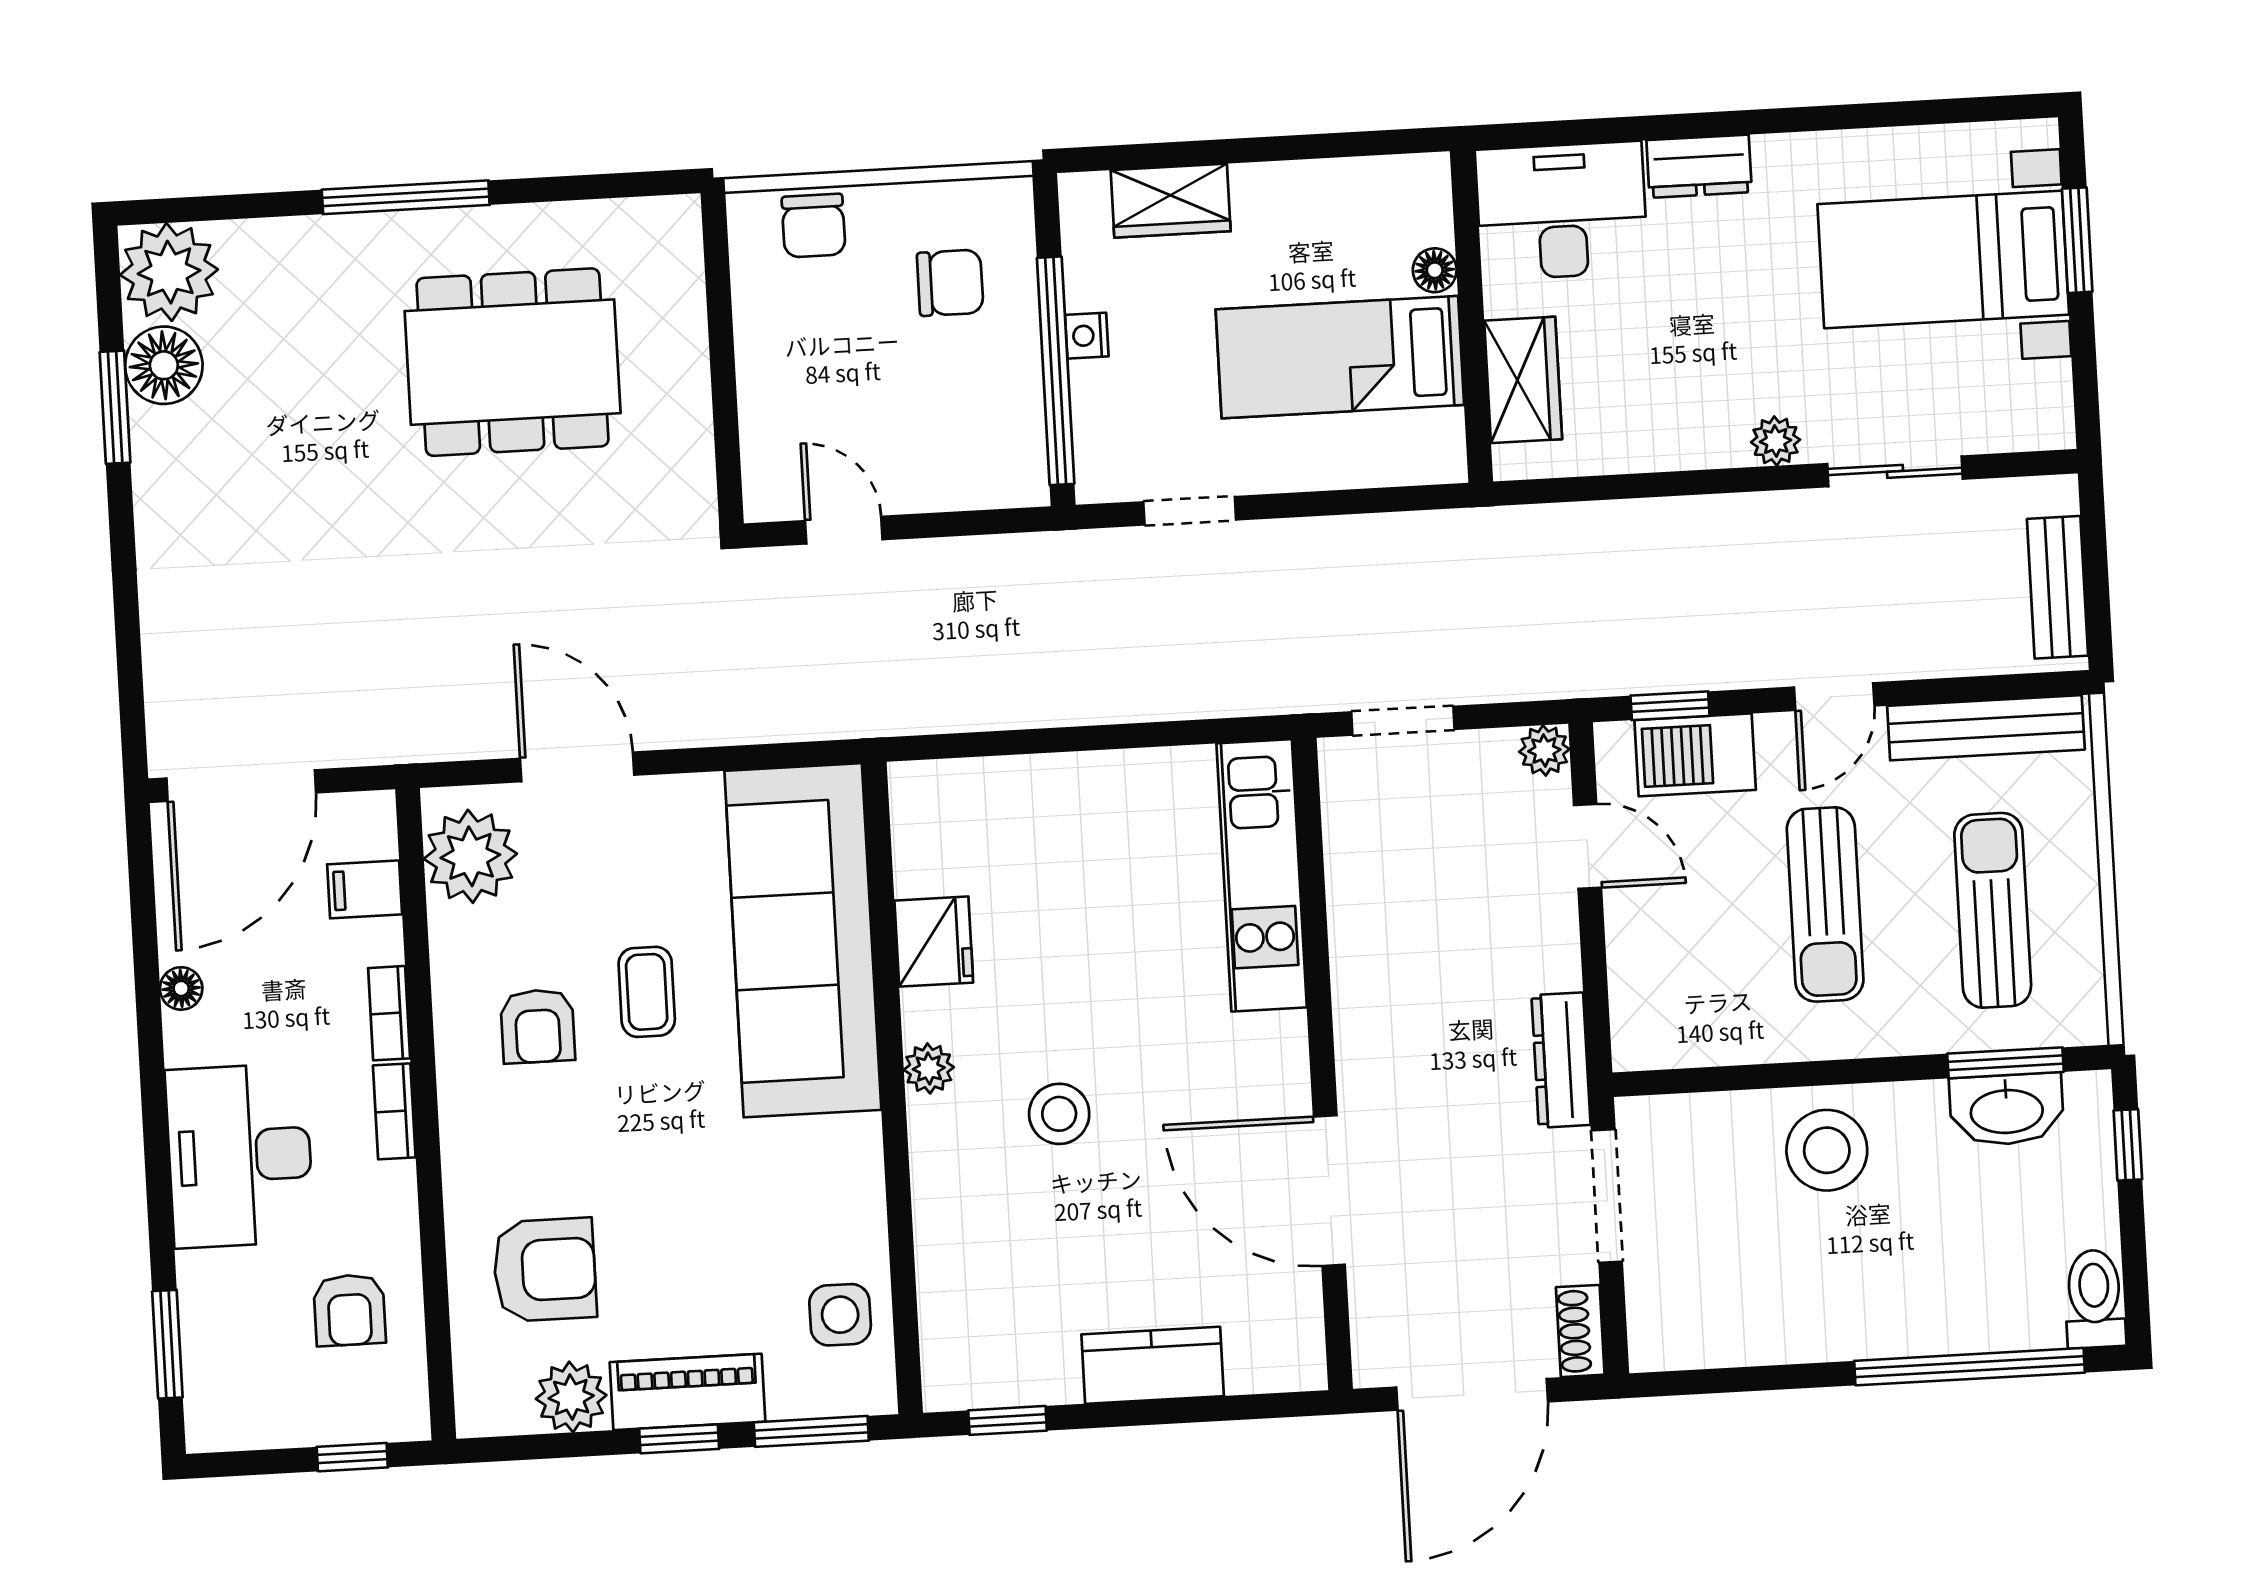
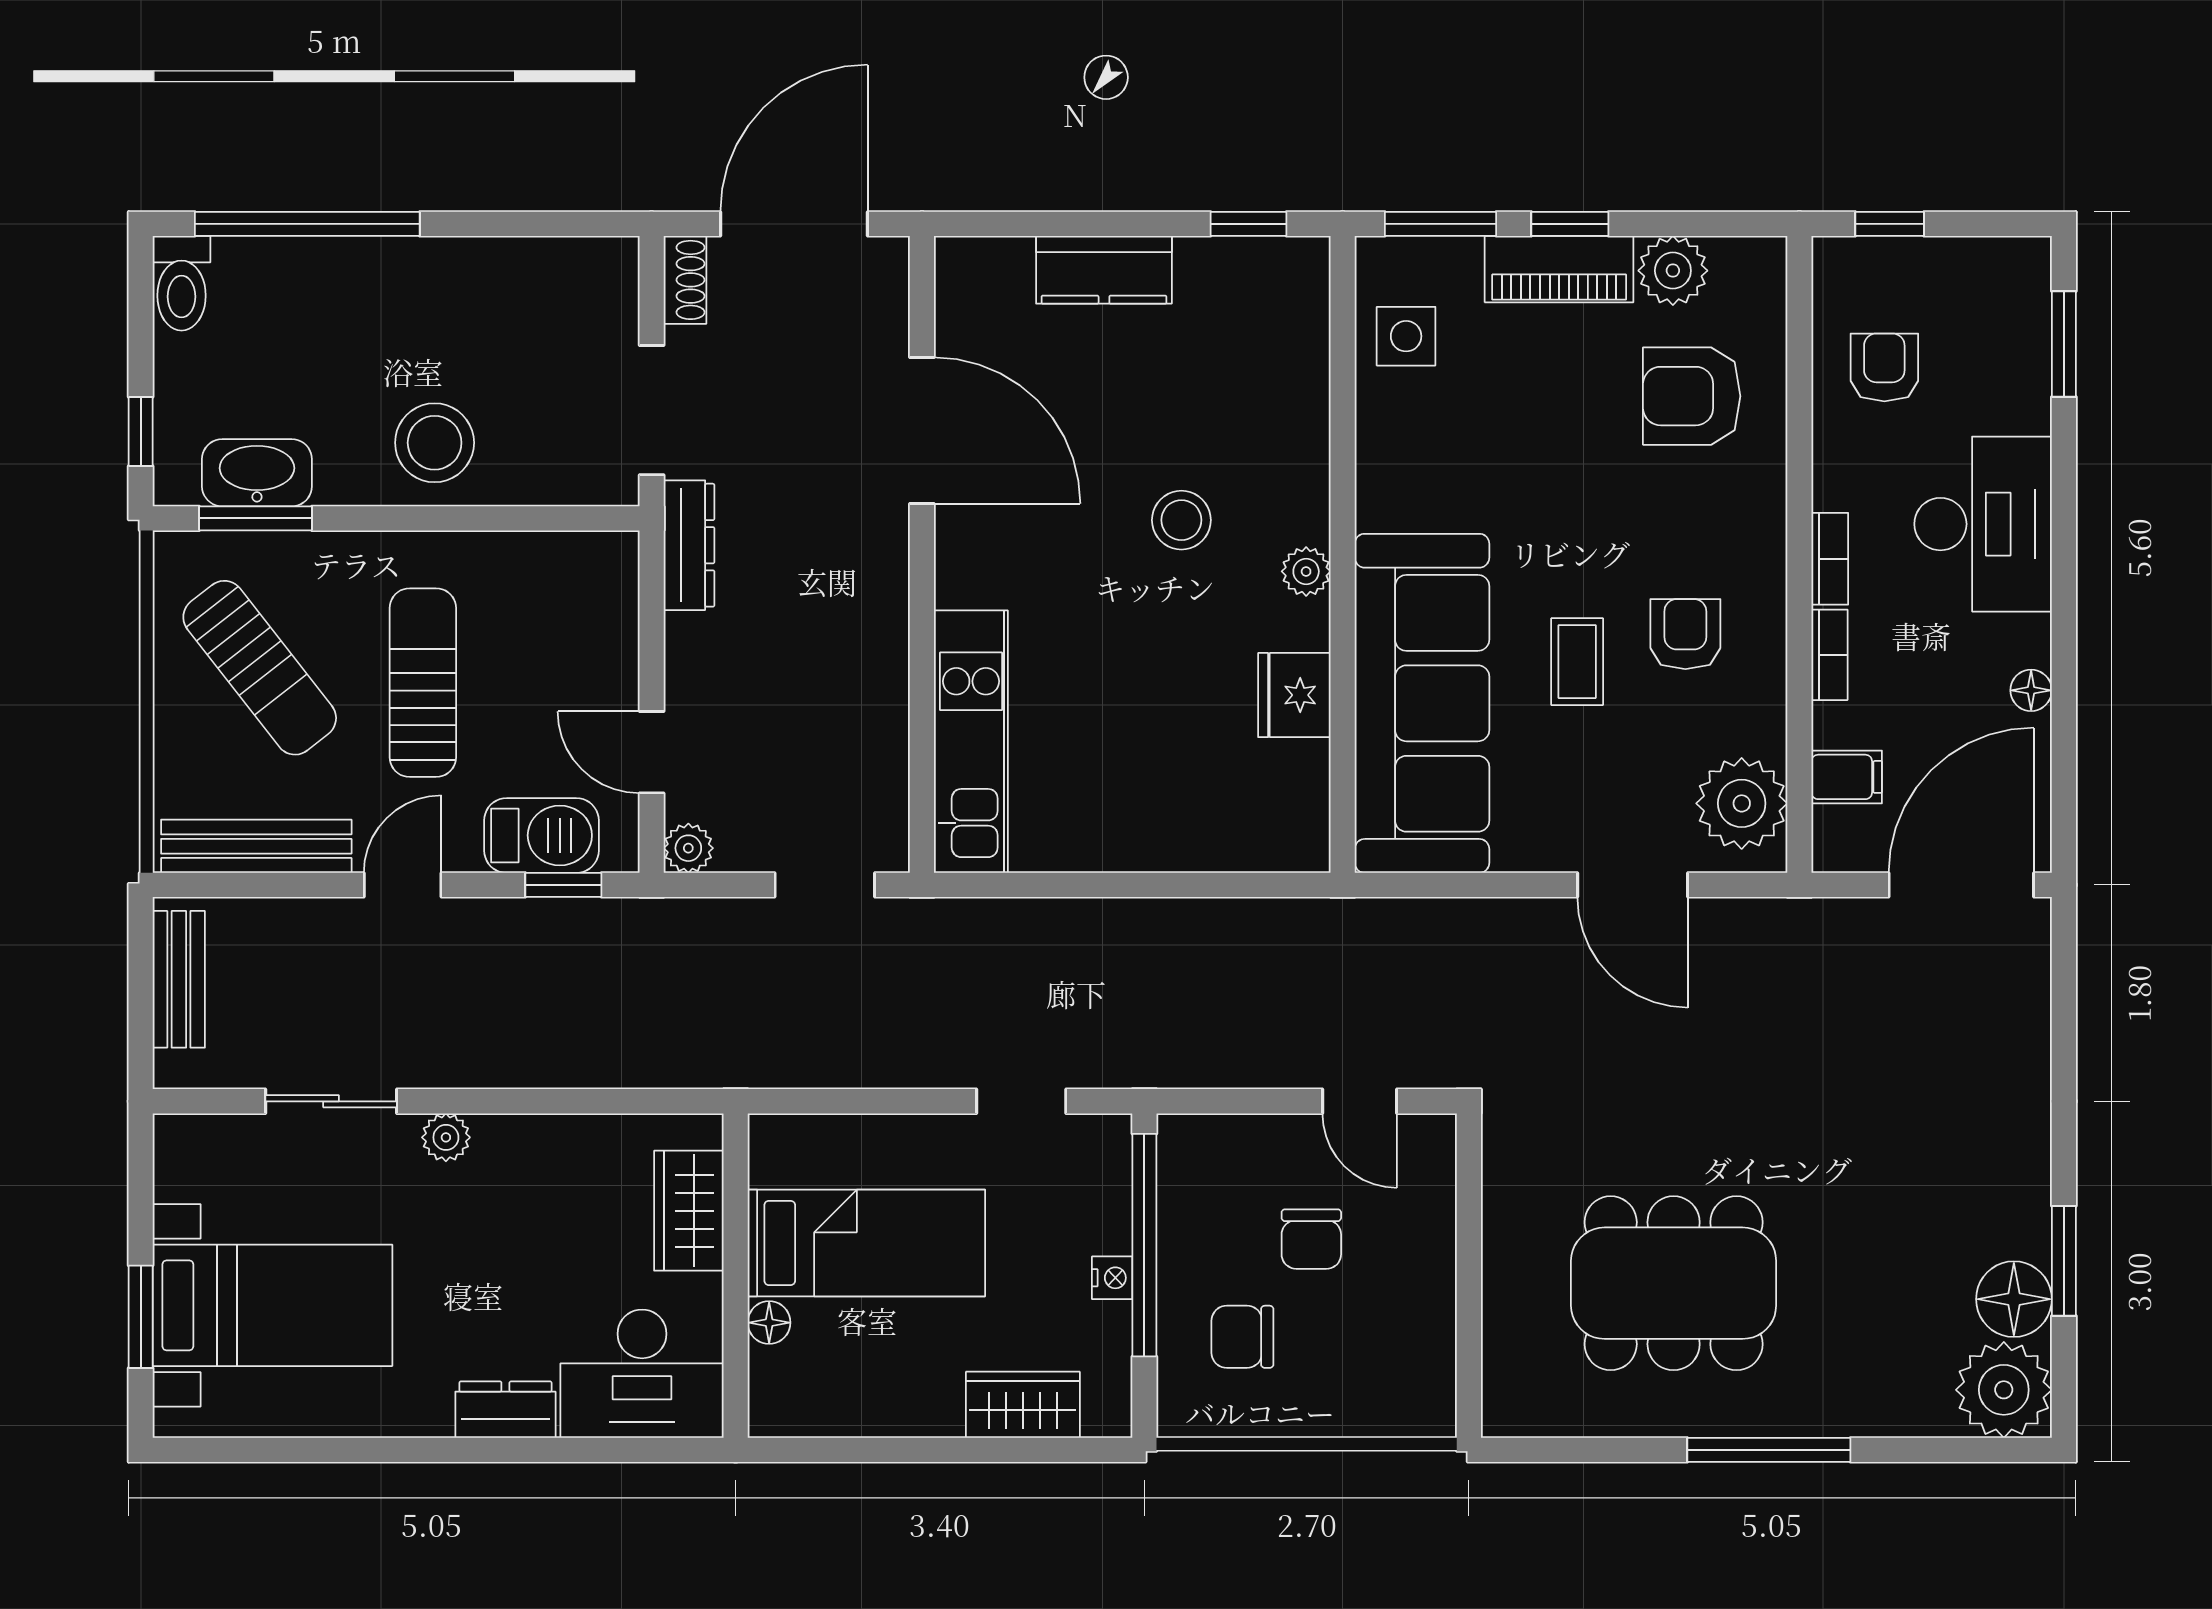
chair: (814, 226) -> (1311, 1239), moved, turned 180
sun lounger: (1993, 910) -> (260, 668), turned -38

